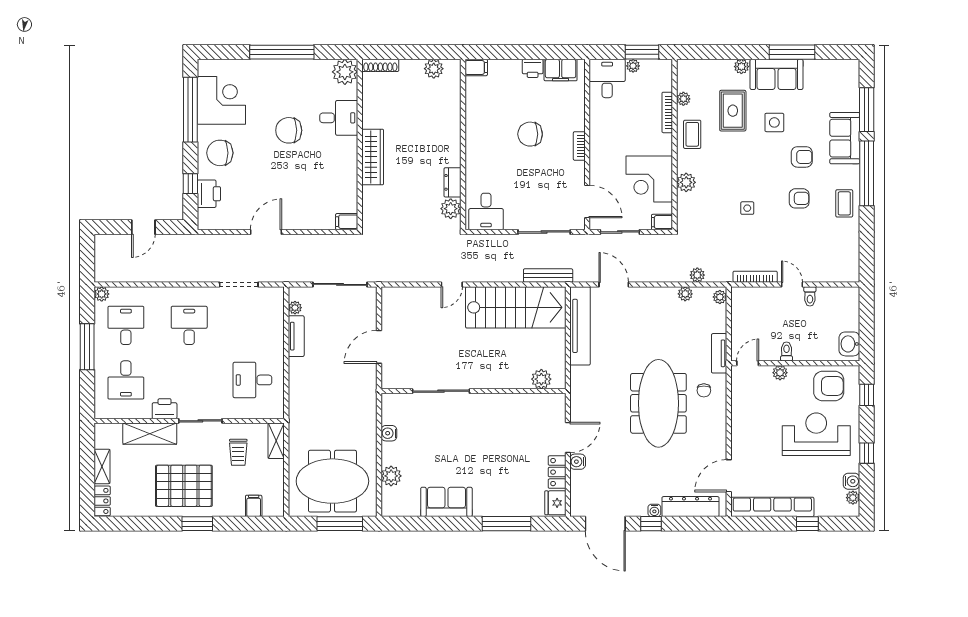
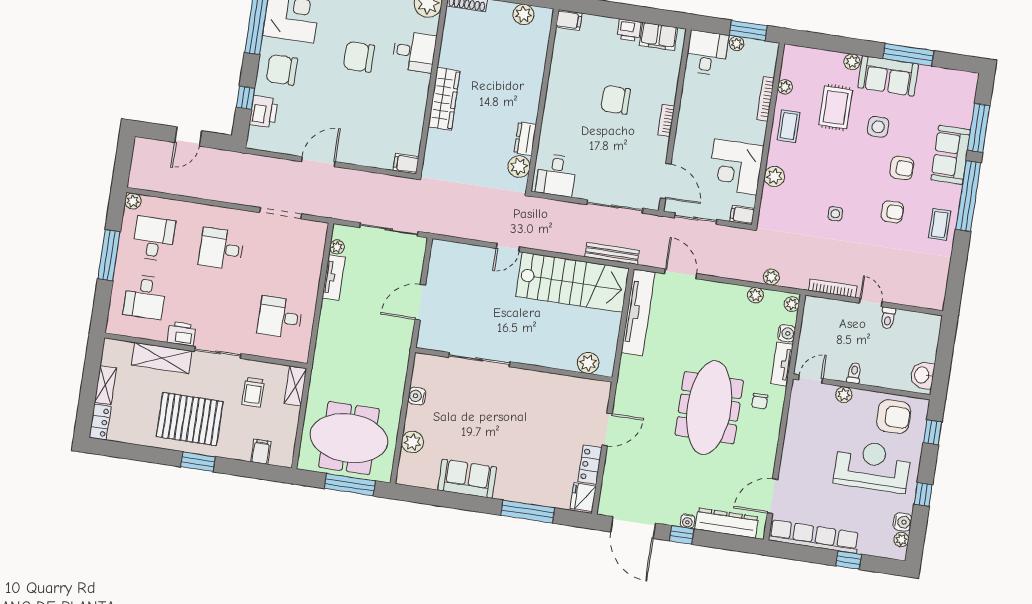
desk: (189, 325) -> (221, 249), turned -90
water cooler: (578, 462) -> (787, 333), moved, turned 180

